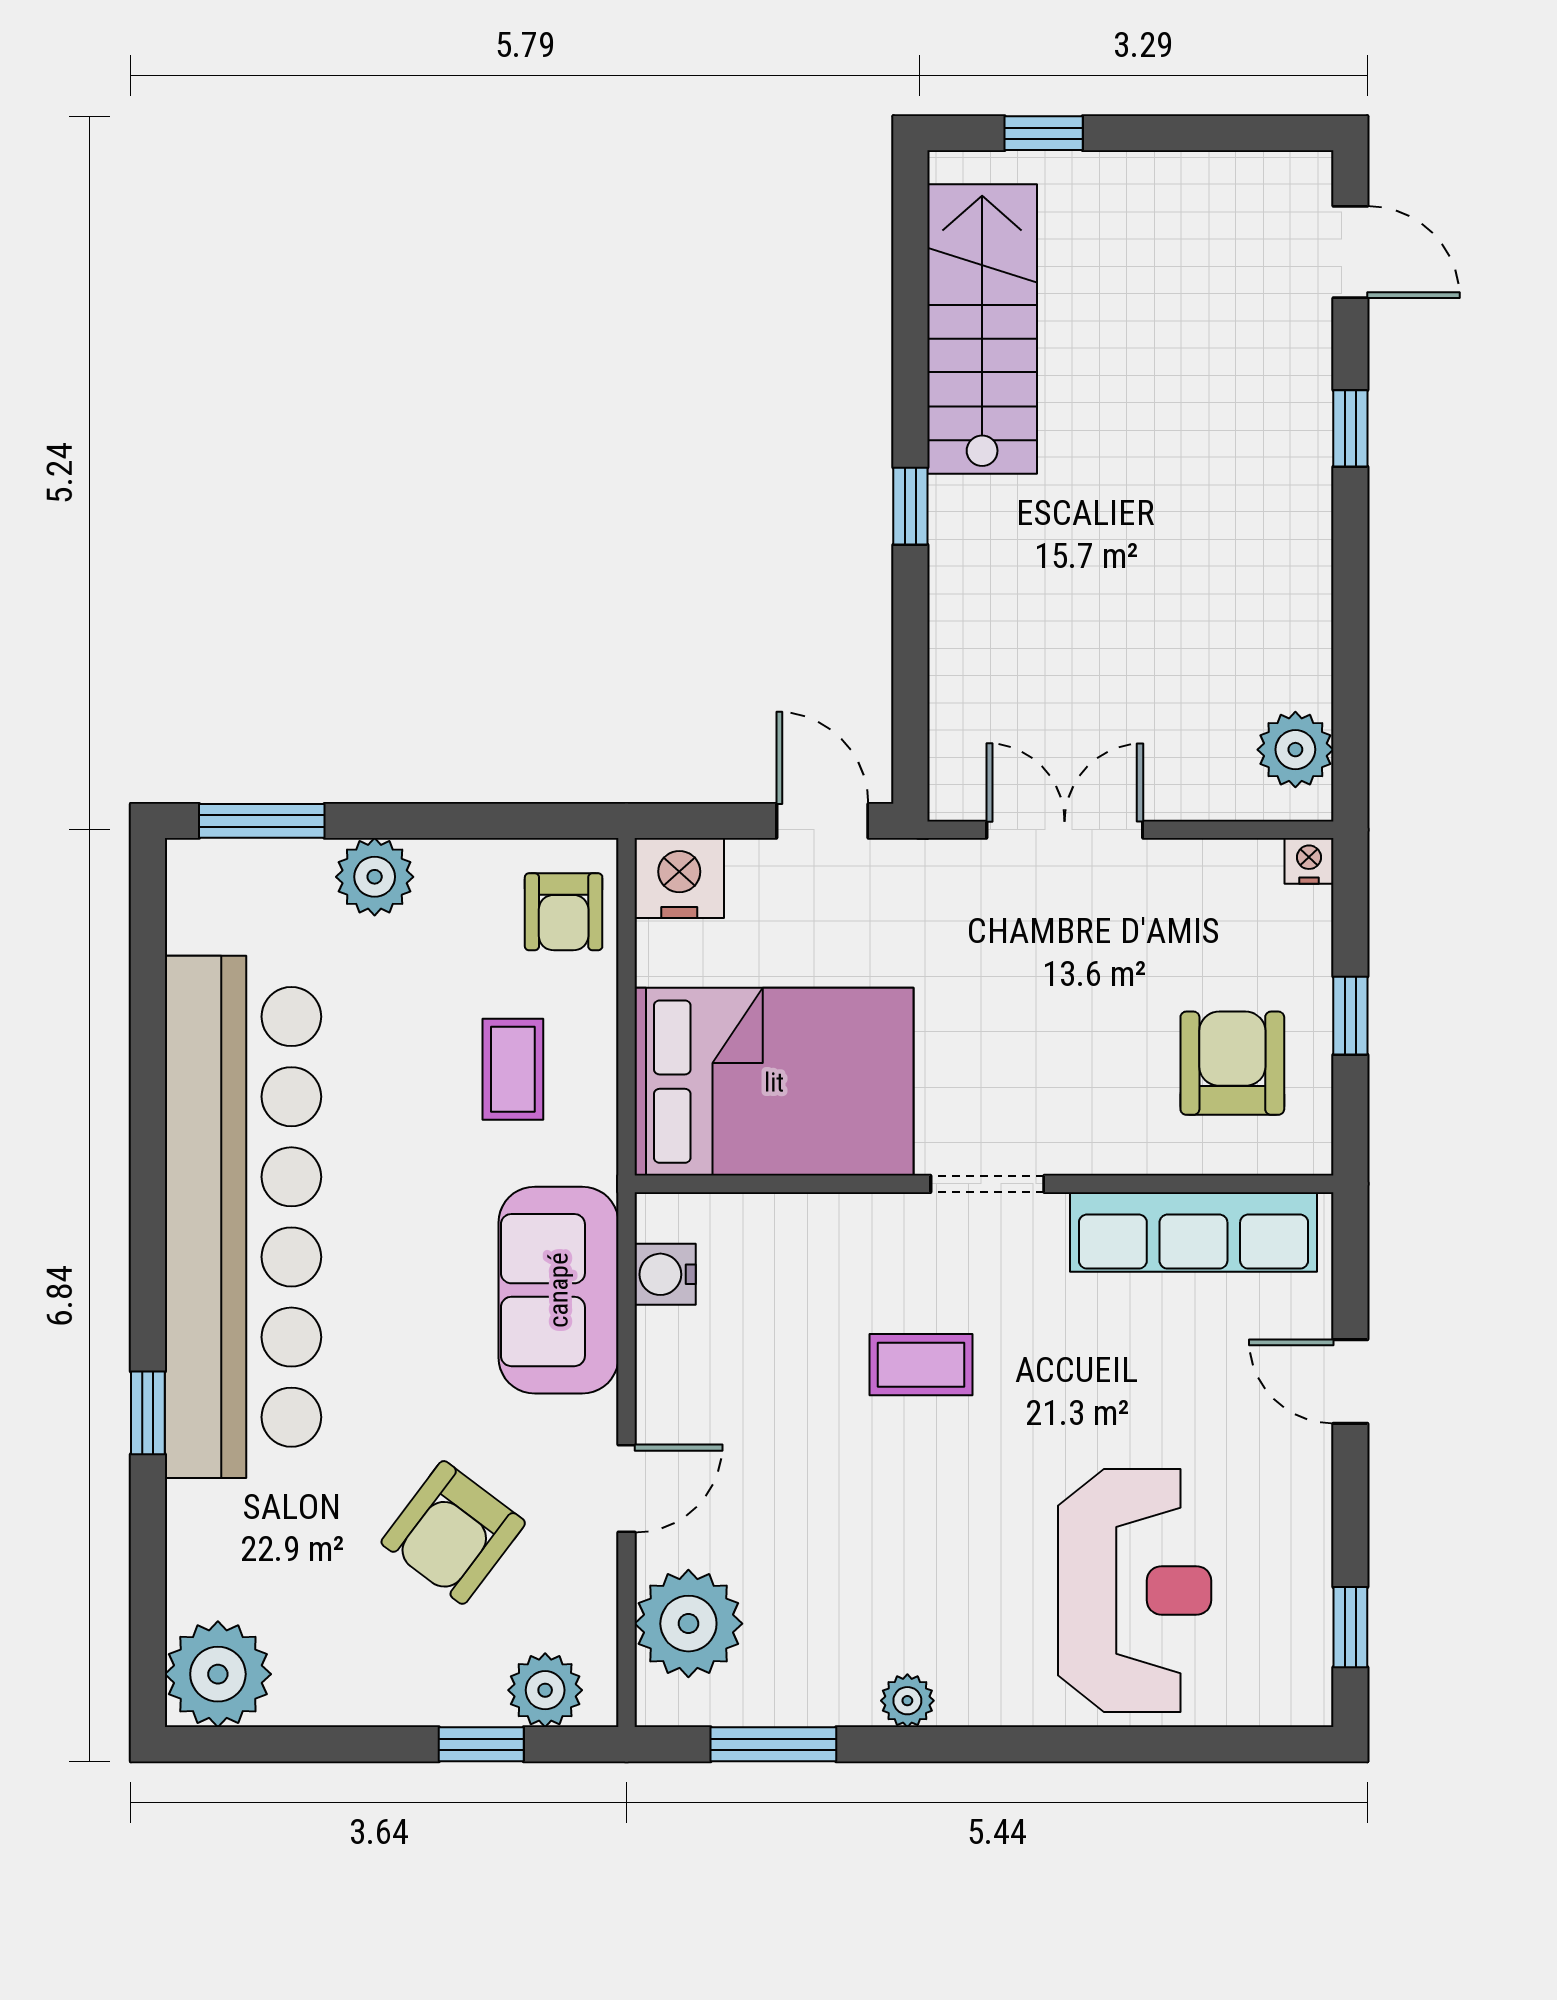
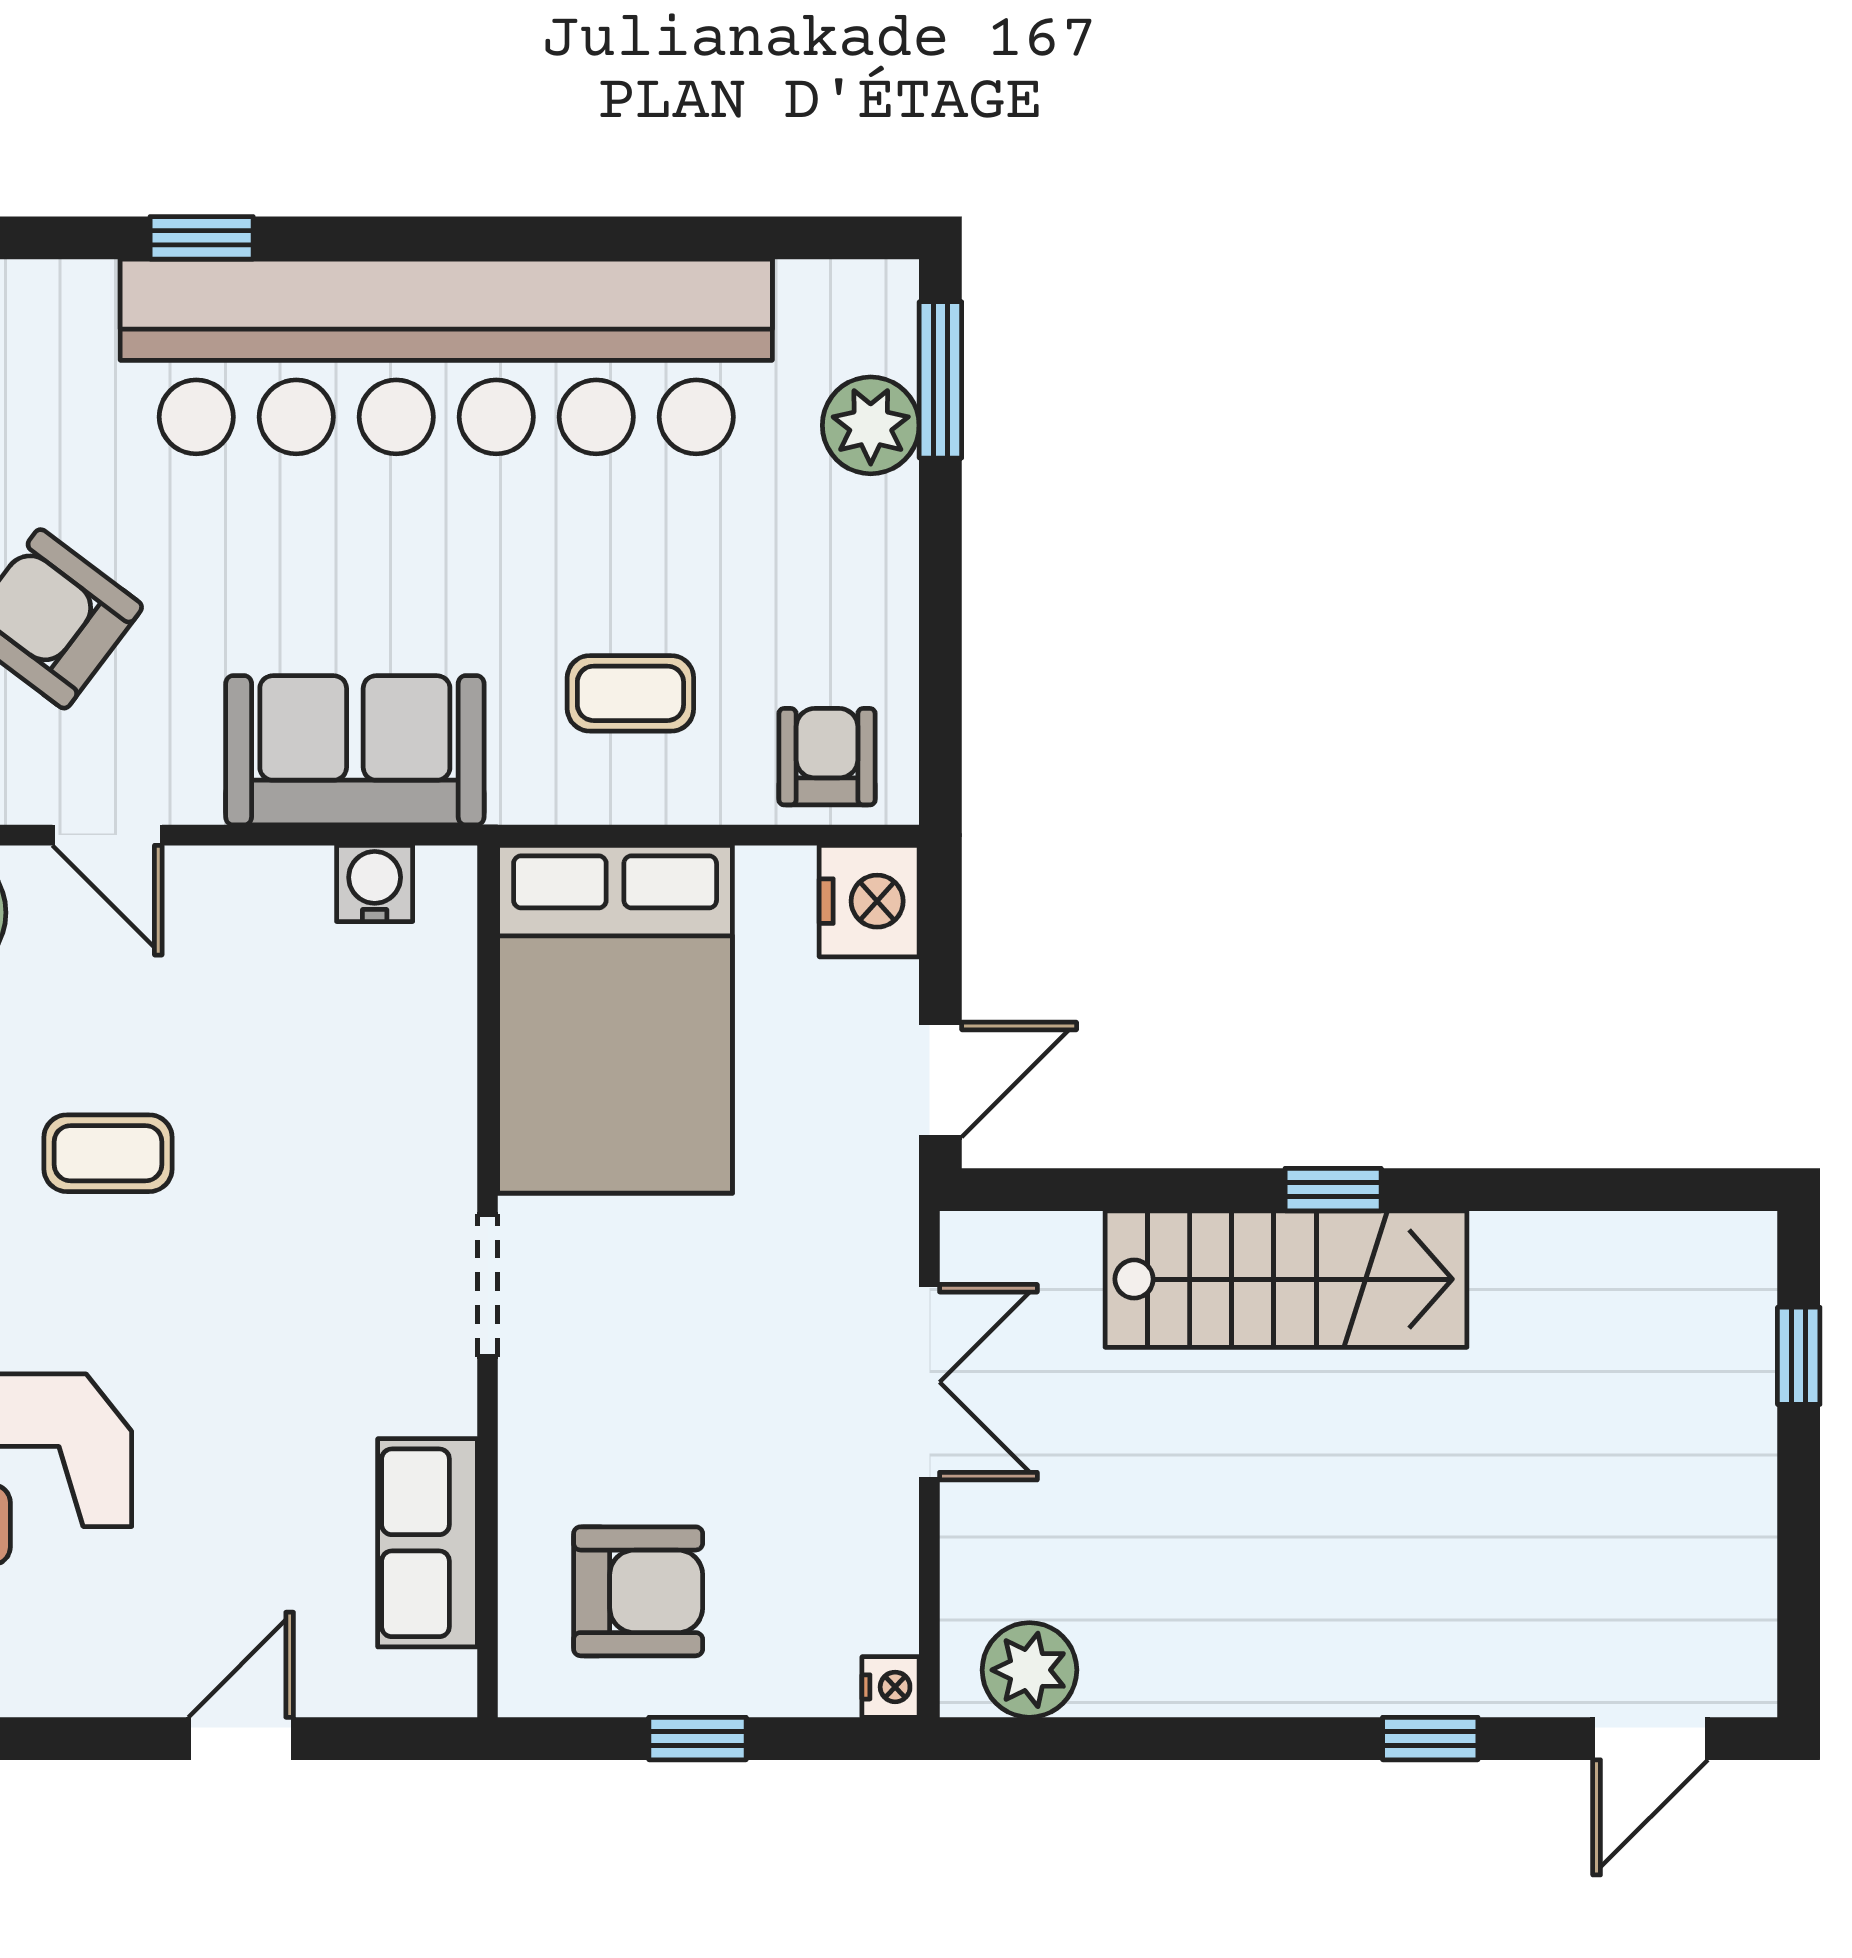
stairs: (982, 329) -> (1286, 1279), moved
plant: (375, 877) -> (871, 425), moved
armchair: (564, 912) -> (827, 757), turned 90
row of seats: (1193, 1232) -> (427, 1543), width x0.68
coffee table: (921, 1365) -> (108, 1153), moved, turned 90

